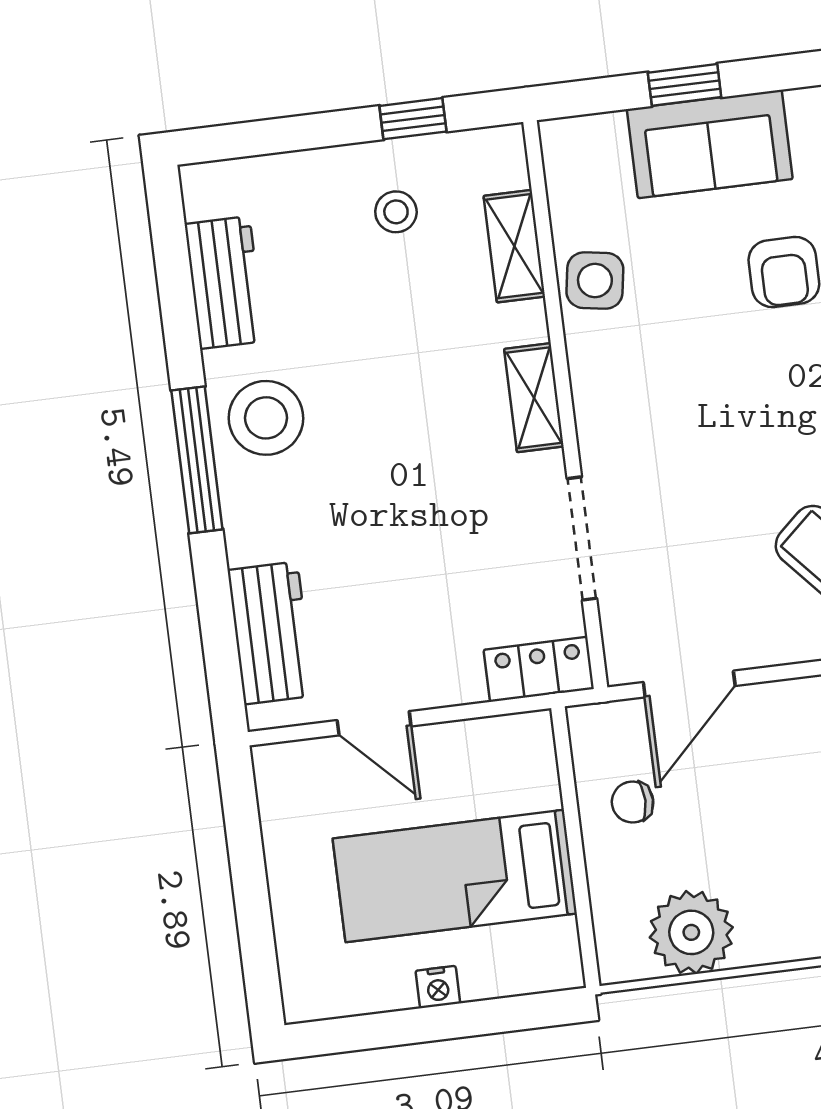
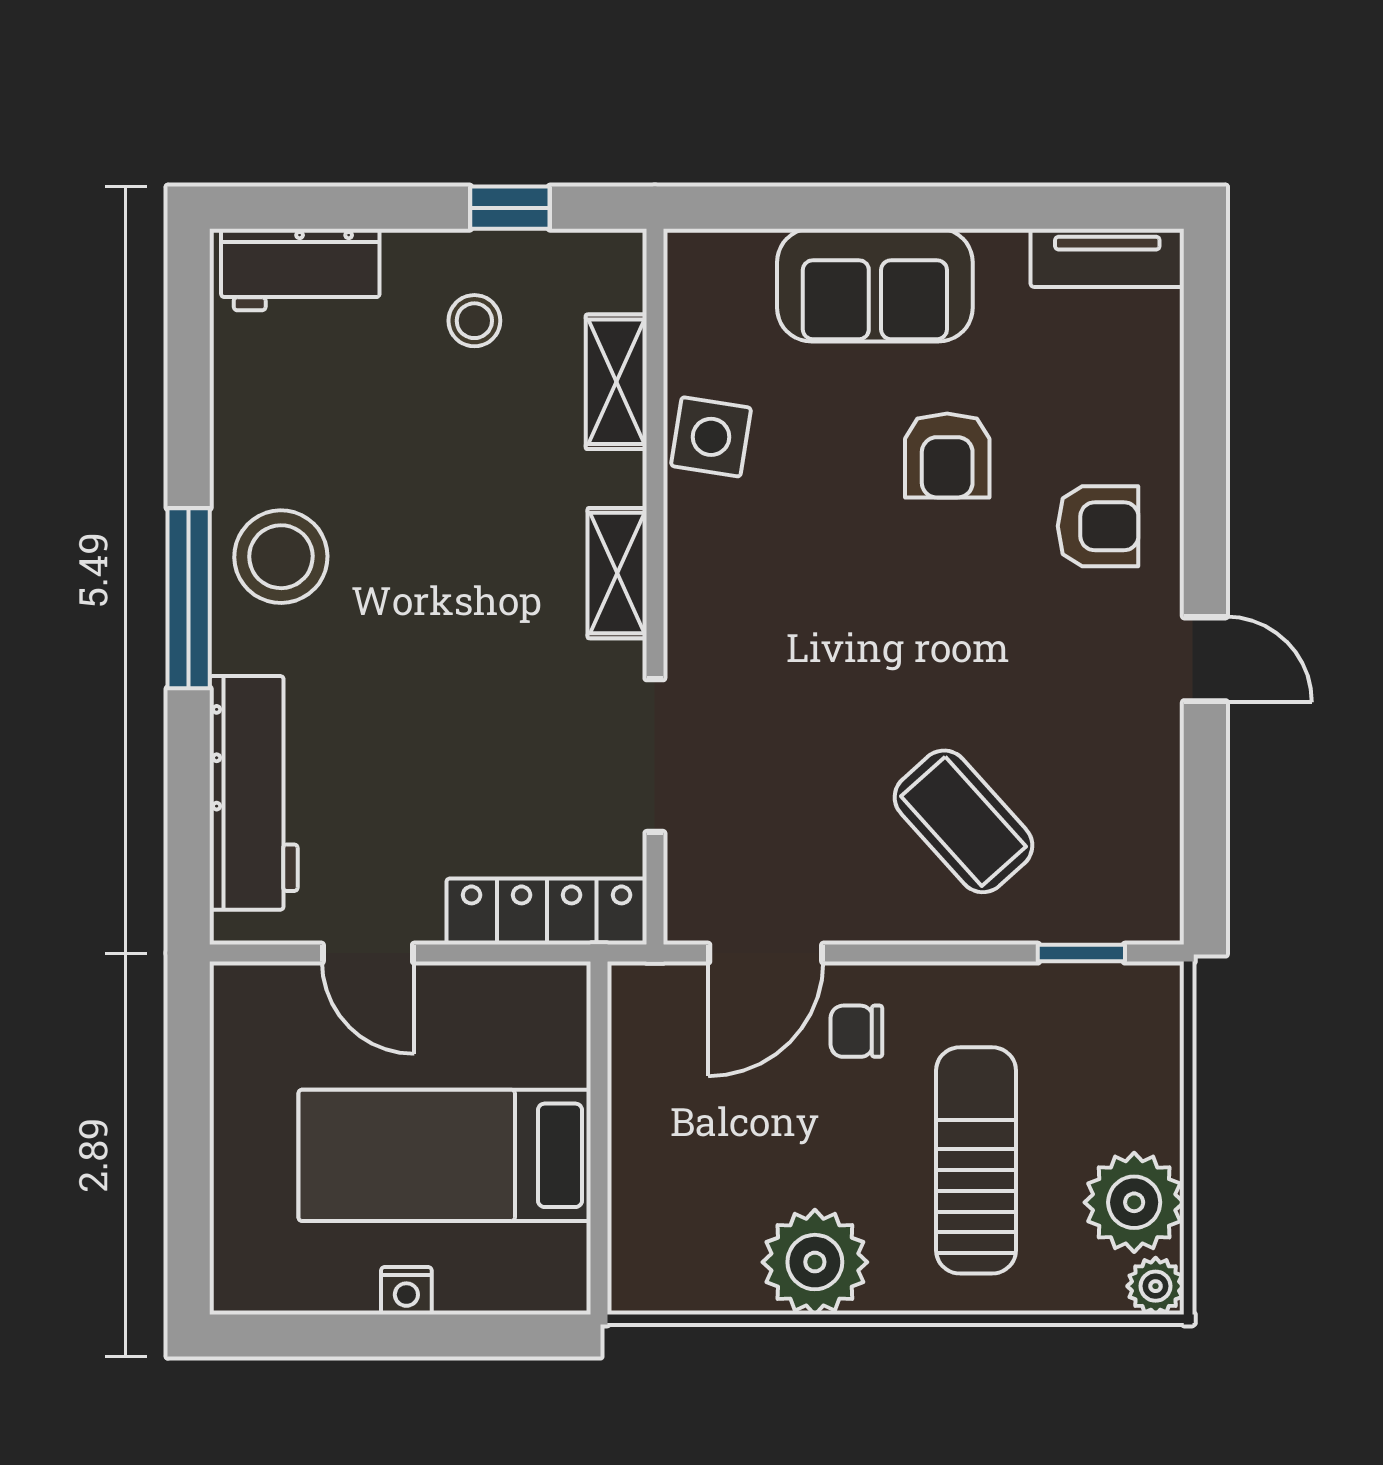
window: (685, 85) -> (853, 208), removed
workbench: (225, 283) -> (300, 269), moved, turned 90
workbench: (271, 633) -> (254, 793), width x1.37
locker: (539, 669) -> (547, 912), width x1.53
chair: (633, 802) -> (856, 1031), moved
plant: (691, 932) -> (815, 1262), moved

